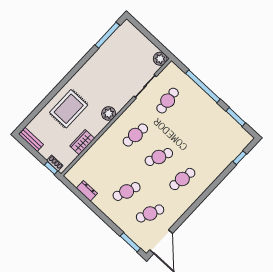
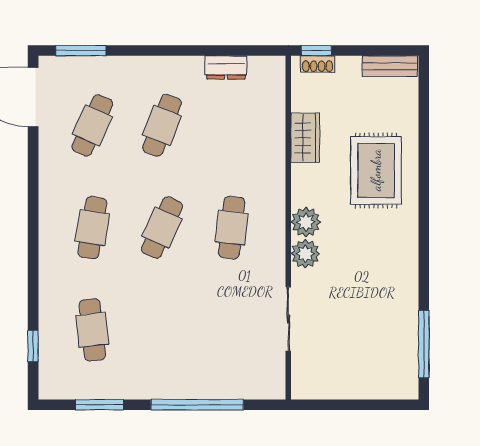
plant: (160, 59) -> (305, 254), moved
cafe table: (168, 101) -> (92, 330), moved

